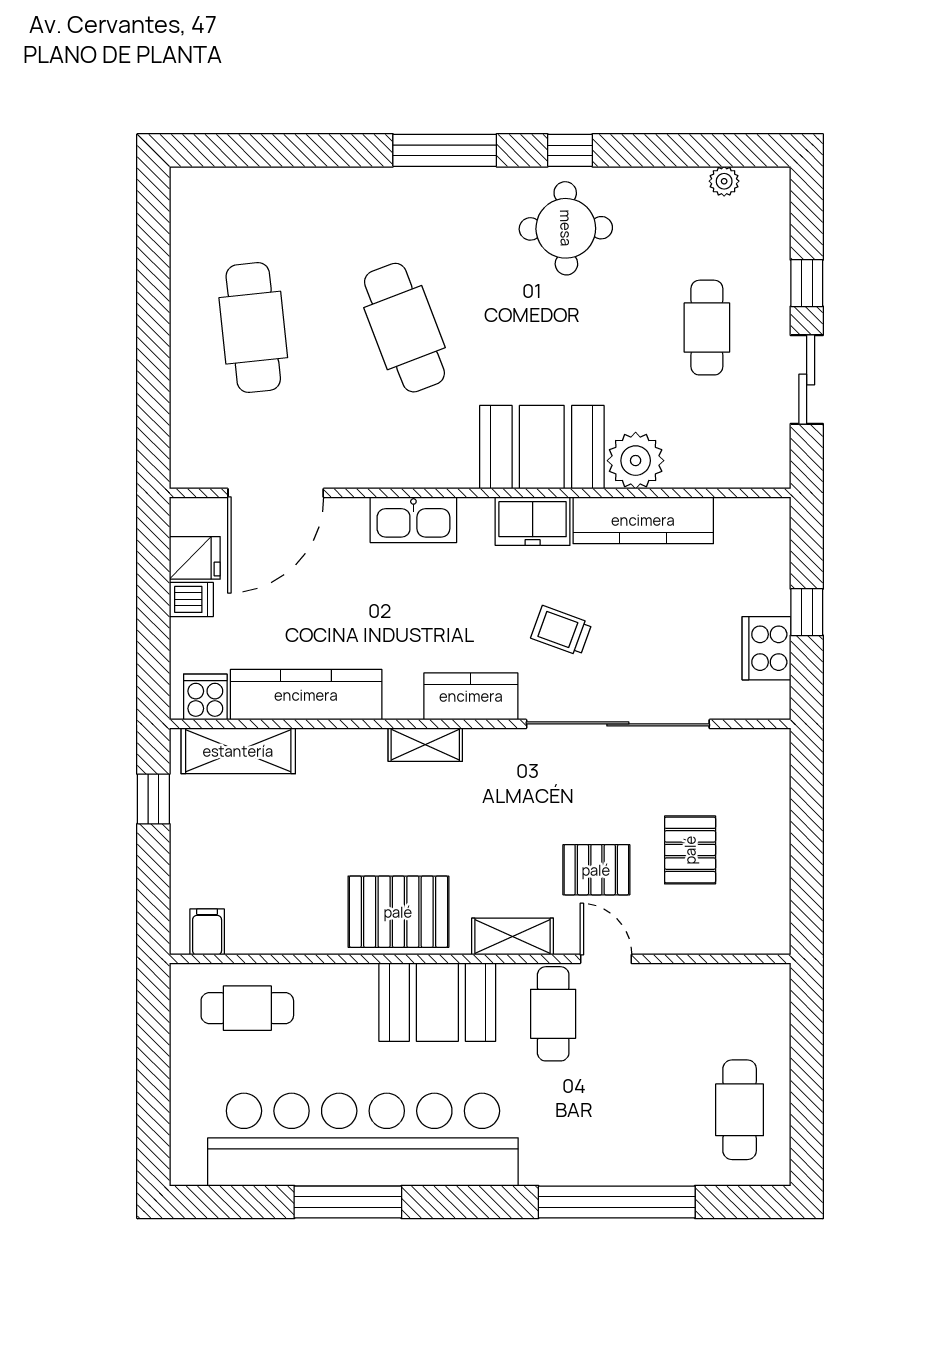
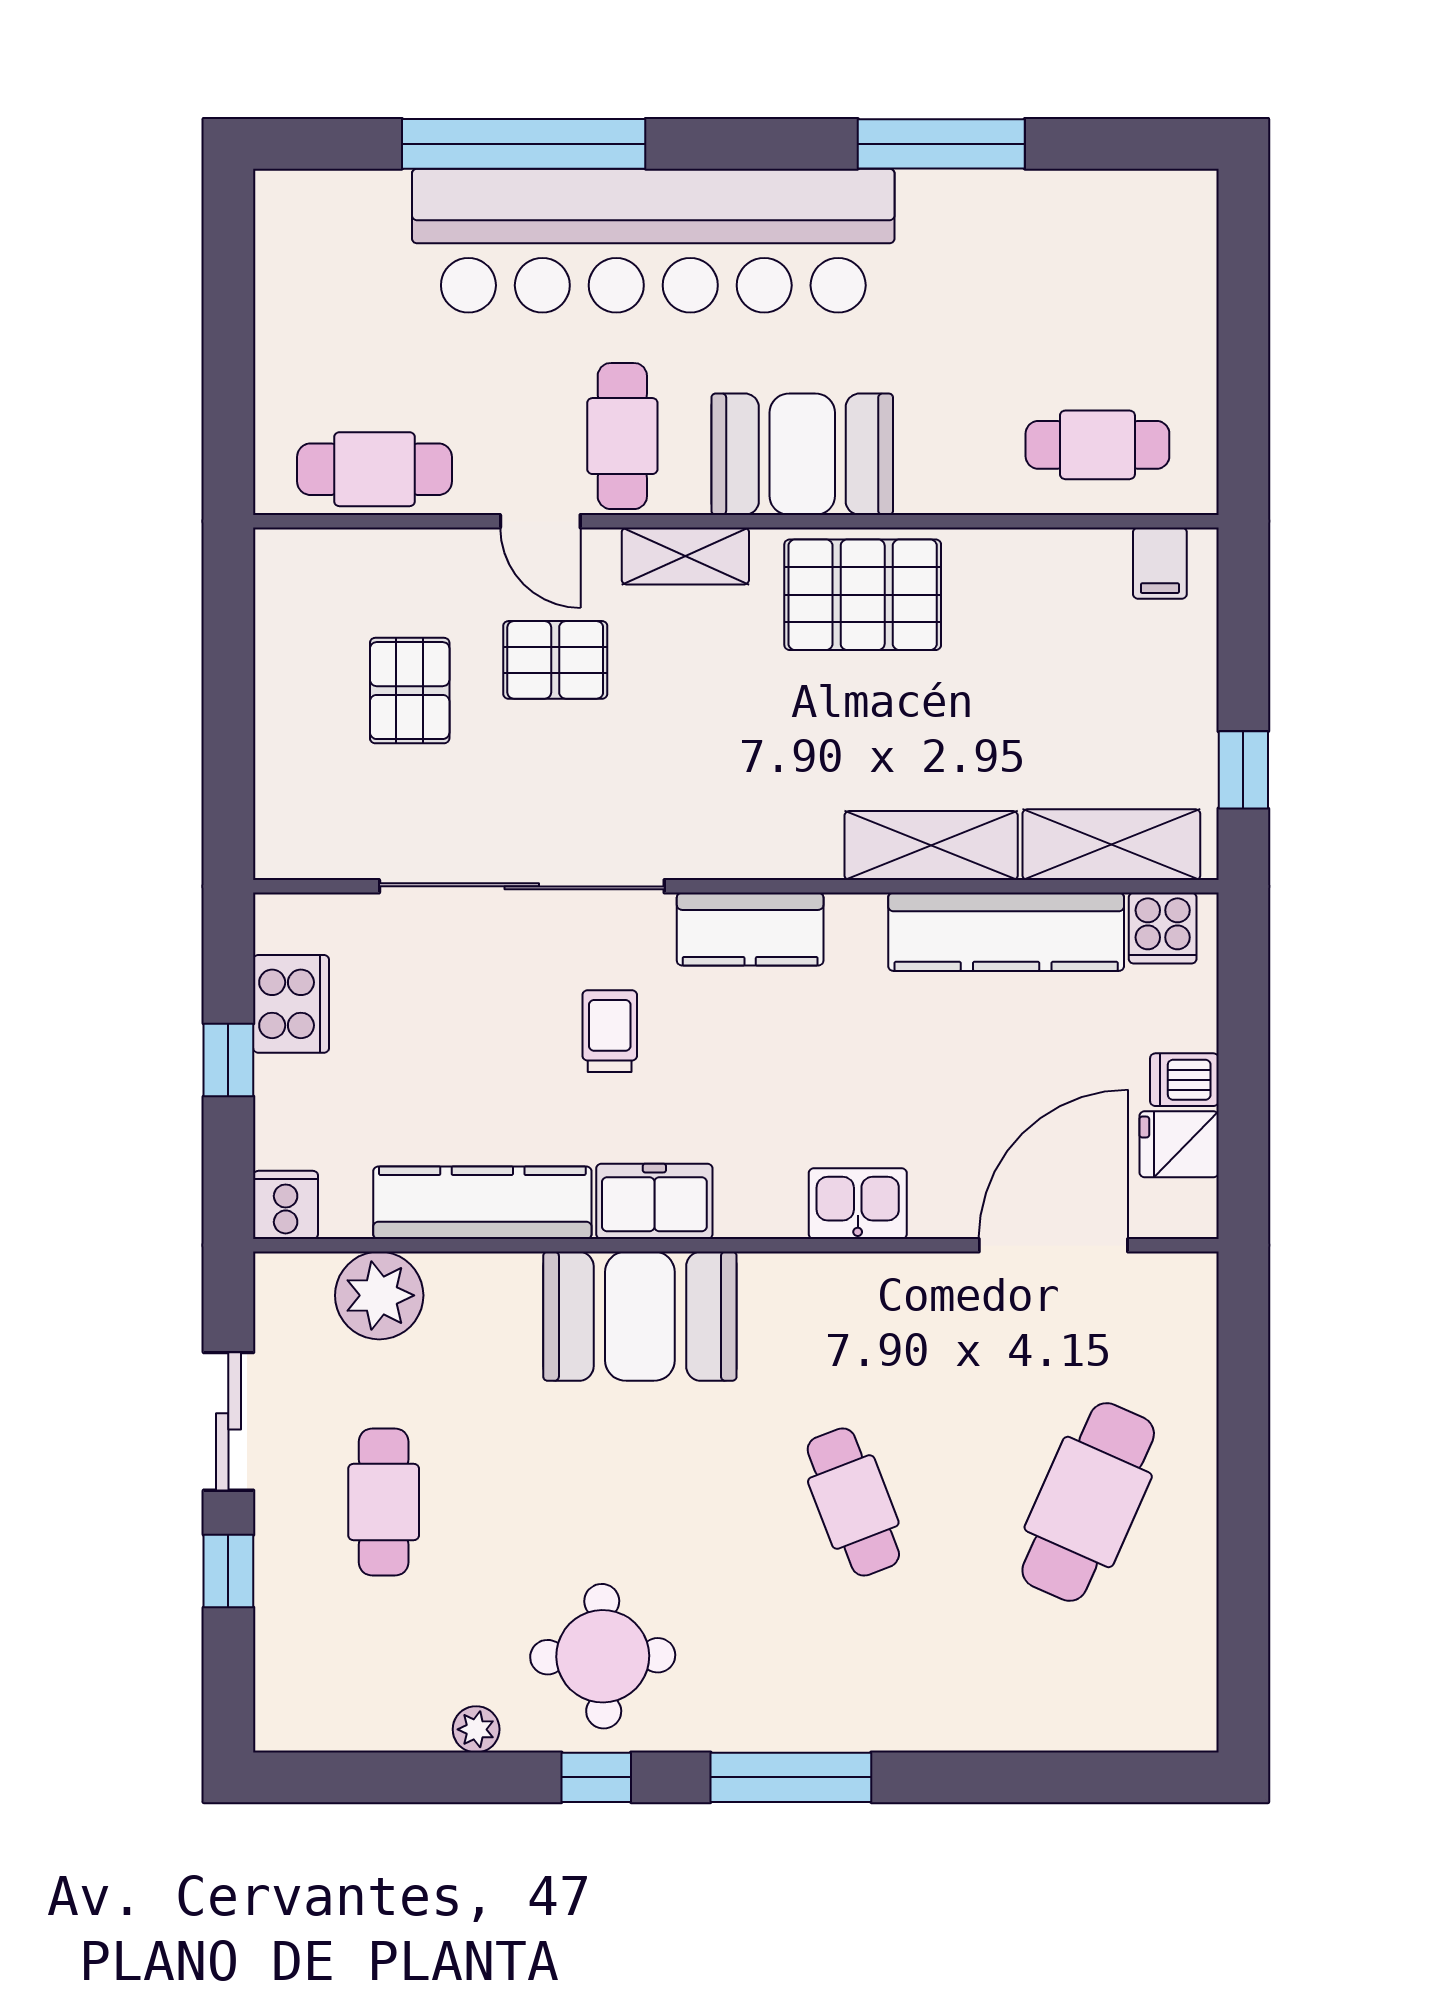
plant: (724, 181) -> (476, 1729), moved
cafe table: (253, 328) -> (1088, 1502), turned 30
cafe table: (404, 328) -> (853, 1502), width x0.73, depth x0.74
plant: (636, 461) -> (379, 1295), moved
cooker: (770, 519) -> (286, 1205), added
kitchen sink: (413, 520) -> (858, 1204), width x0.73
trolley: (561, 631) -> (610, 1031), turned -110
shelving: (425, 745) -> (931, 846), moved, width x1.50, depth x1.33
cafe table: (740, 1110) -> (375, 469), moved, turned 90
bar counter: (363, 1140) -> (653, 241), moved

